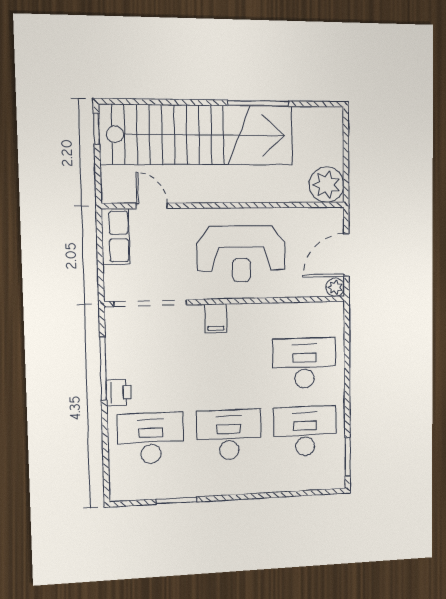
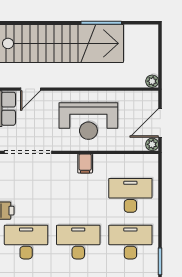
plant: (327, 185) -> (152, 81), width x0.53, depth x0.53
door: (152, 206) -> (30, 89), swing flipped
filing cabinet: (216, 318) -> (85, 163), moved

